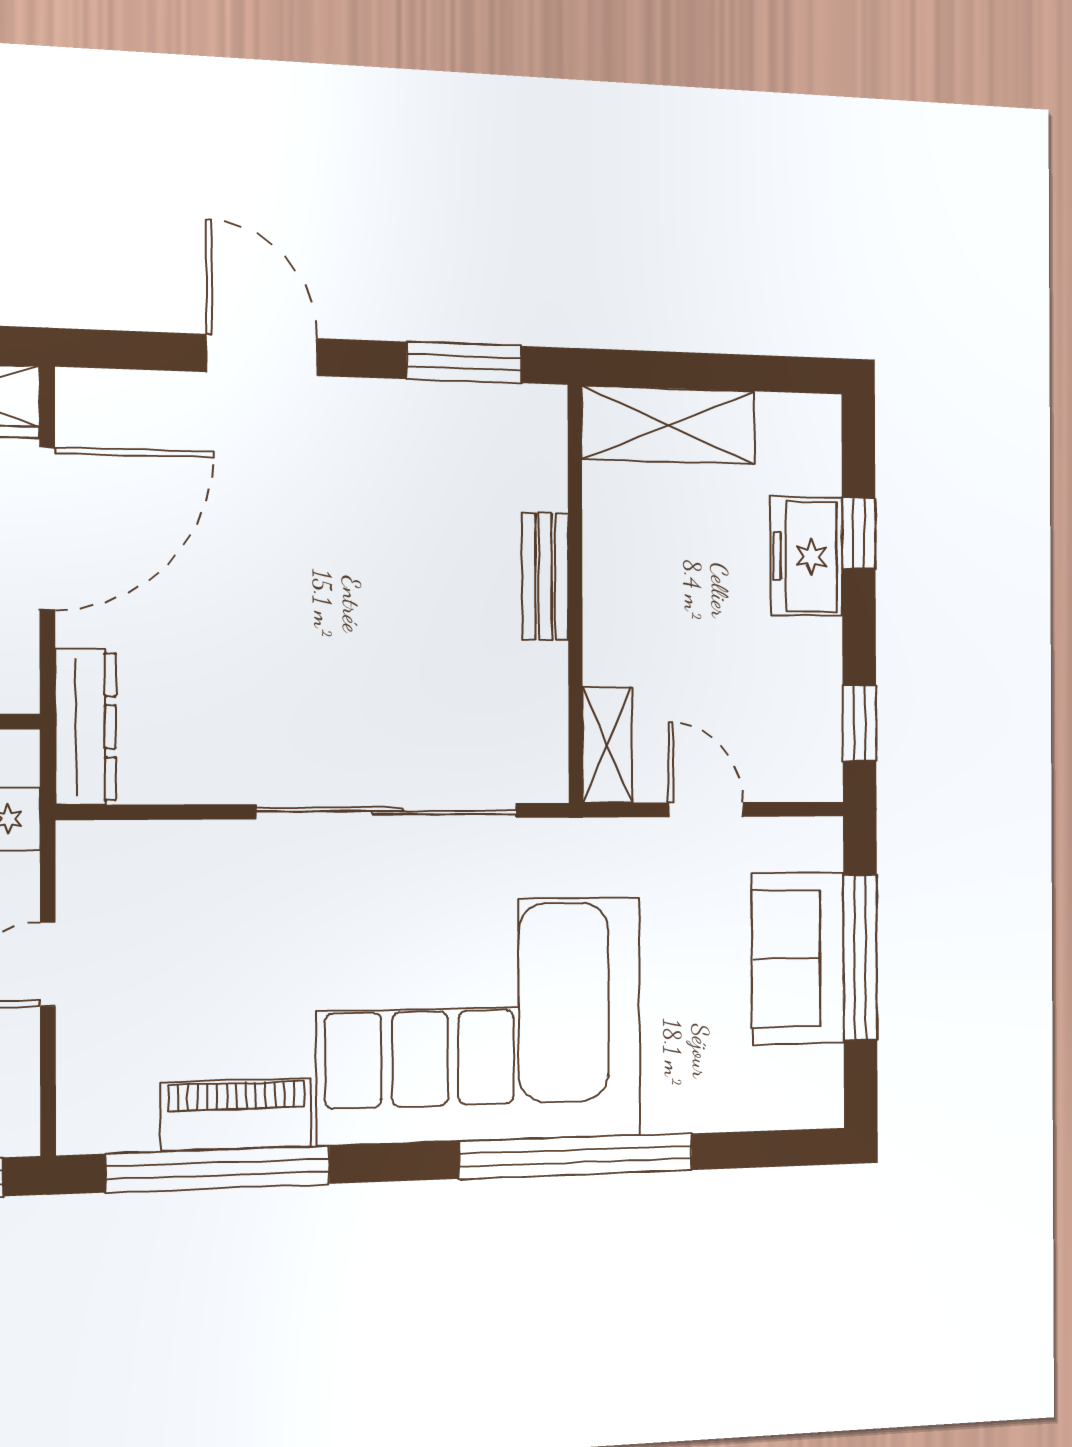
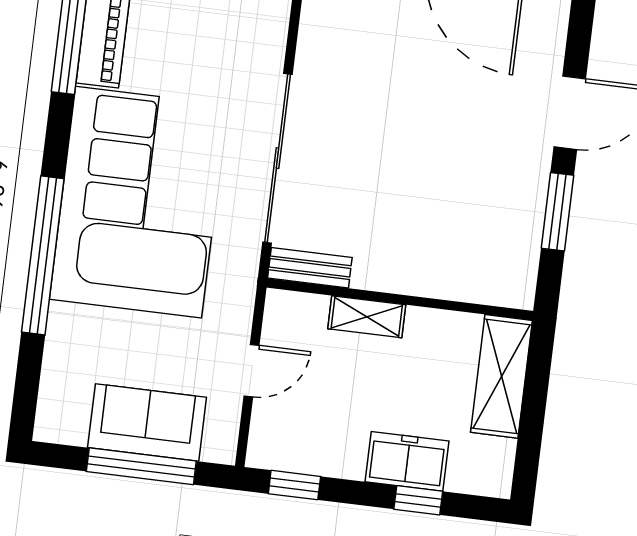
window: (464, 362) -> (558, 212), moved
bench: (545, 576) -> (310, 268), moved
shelving: (607, 745) -> (367, 317), moved

